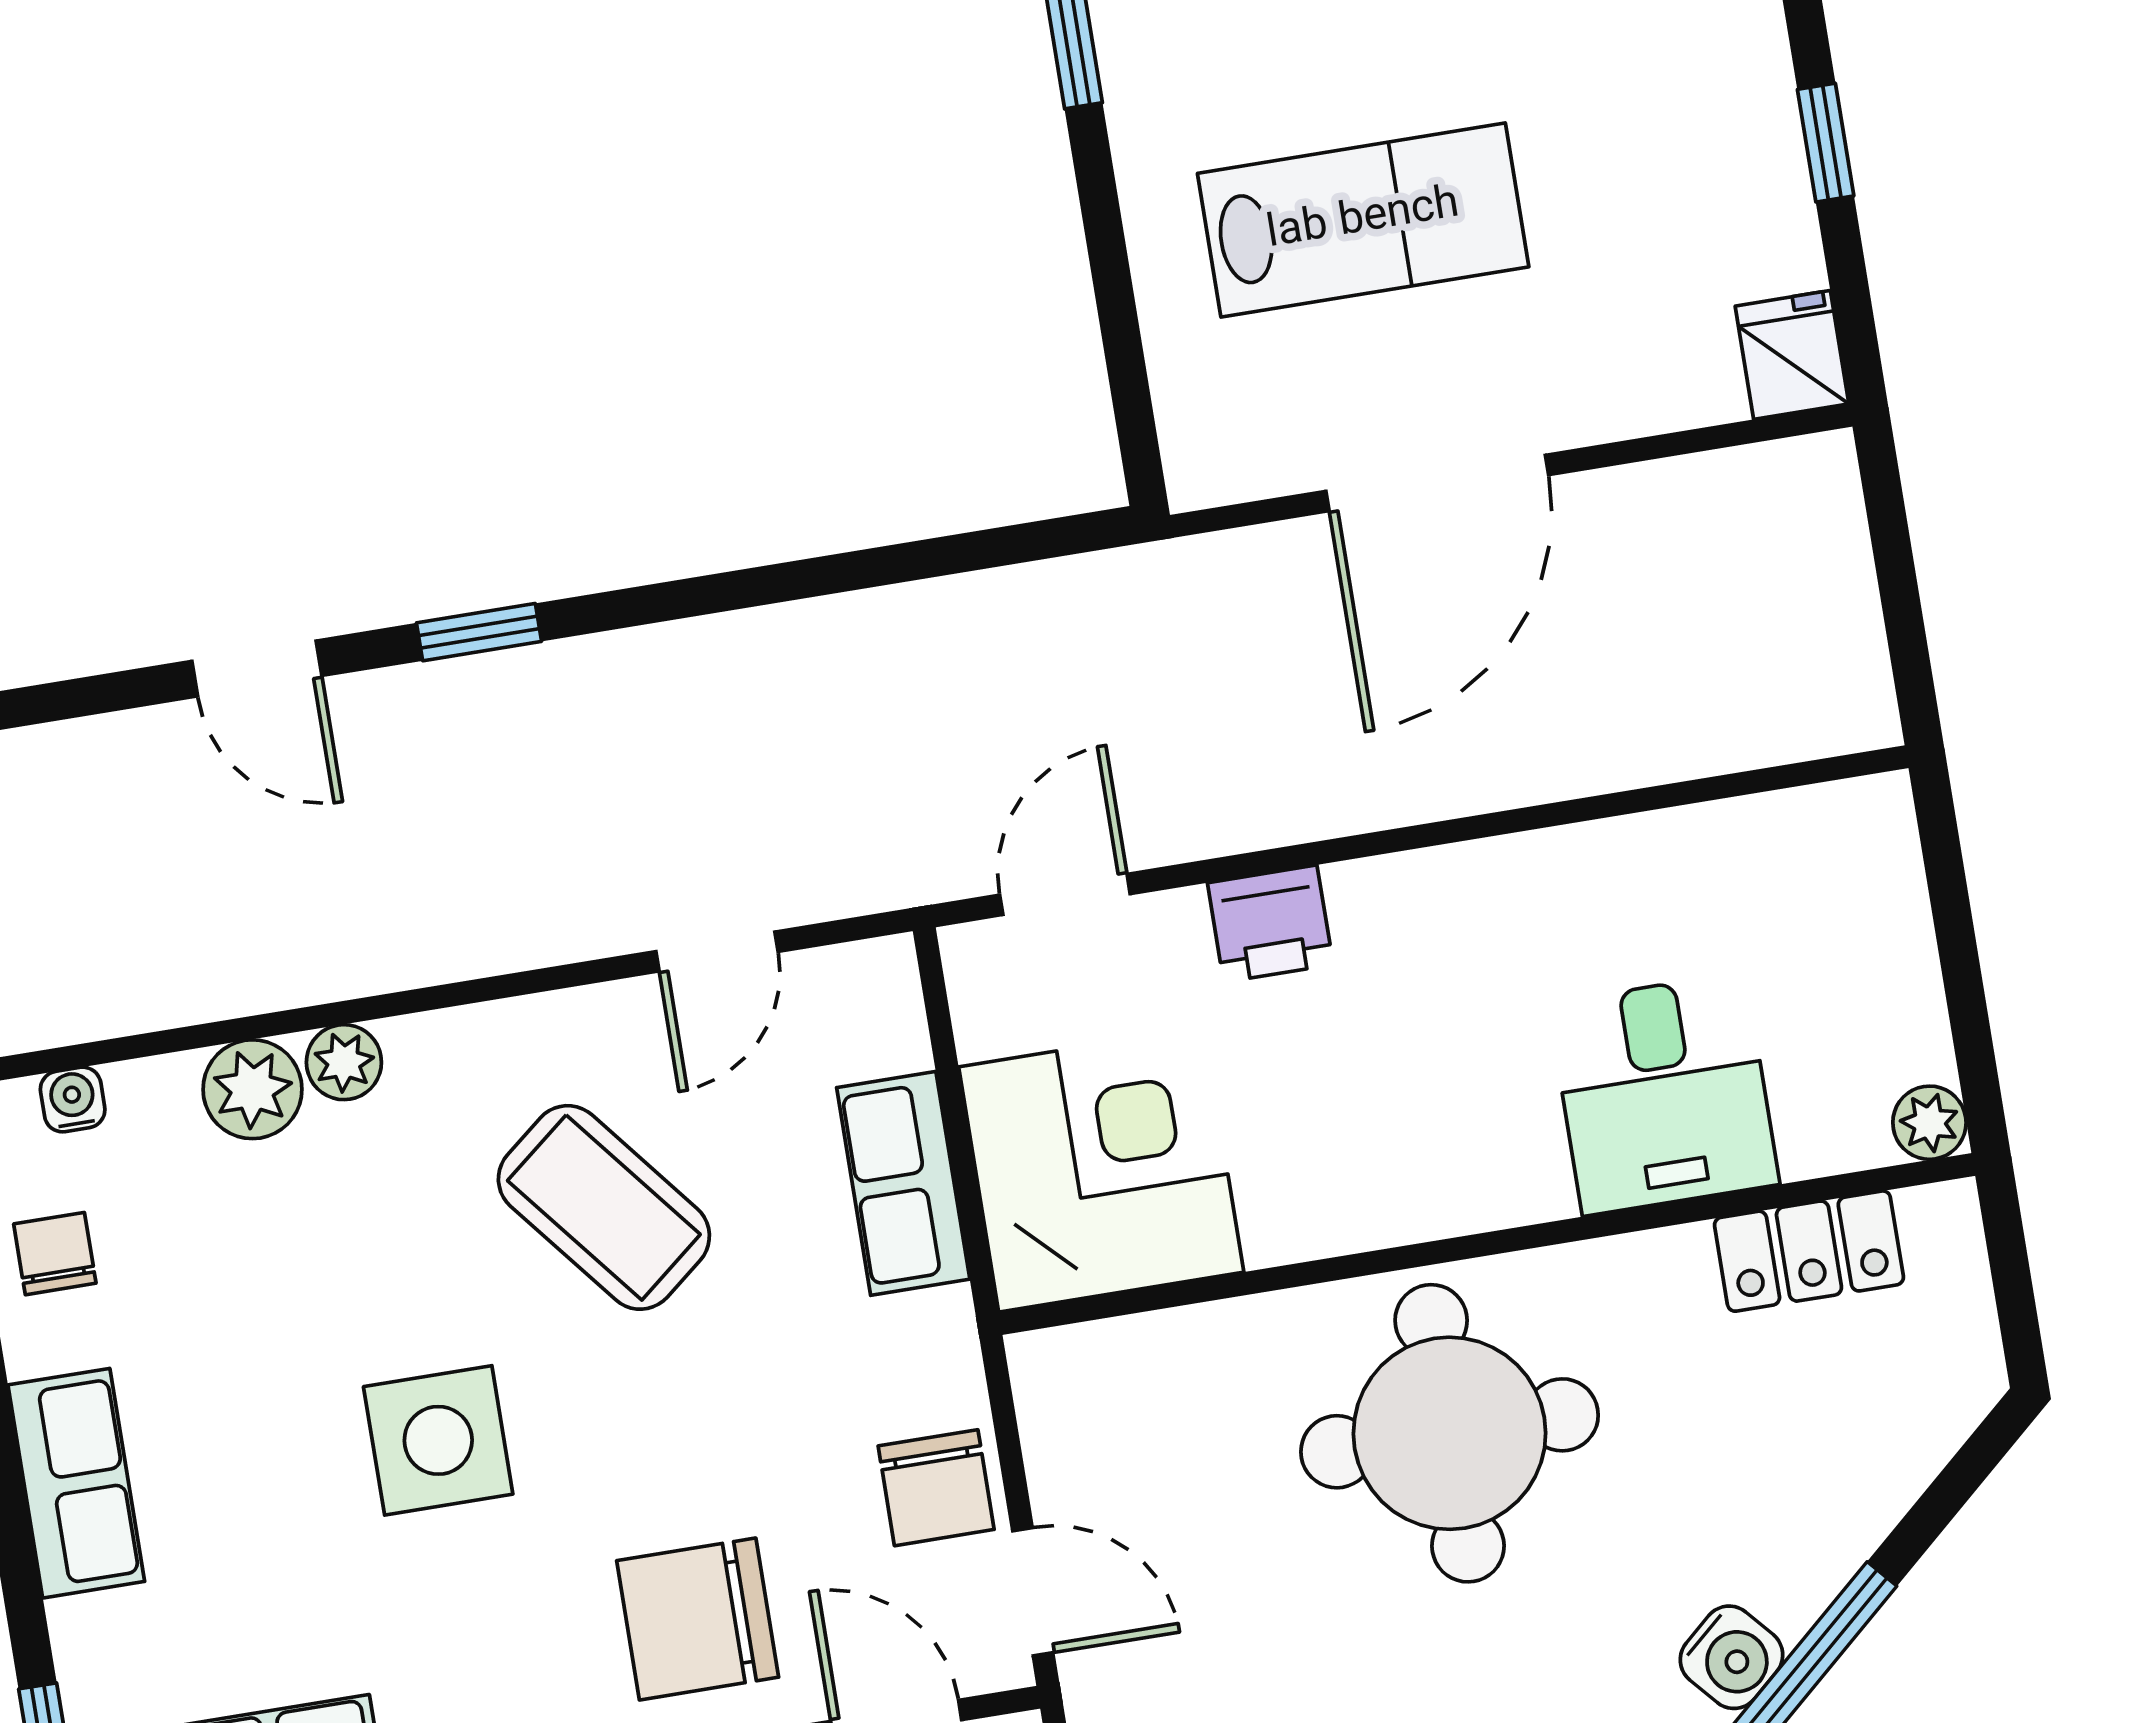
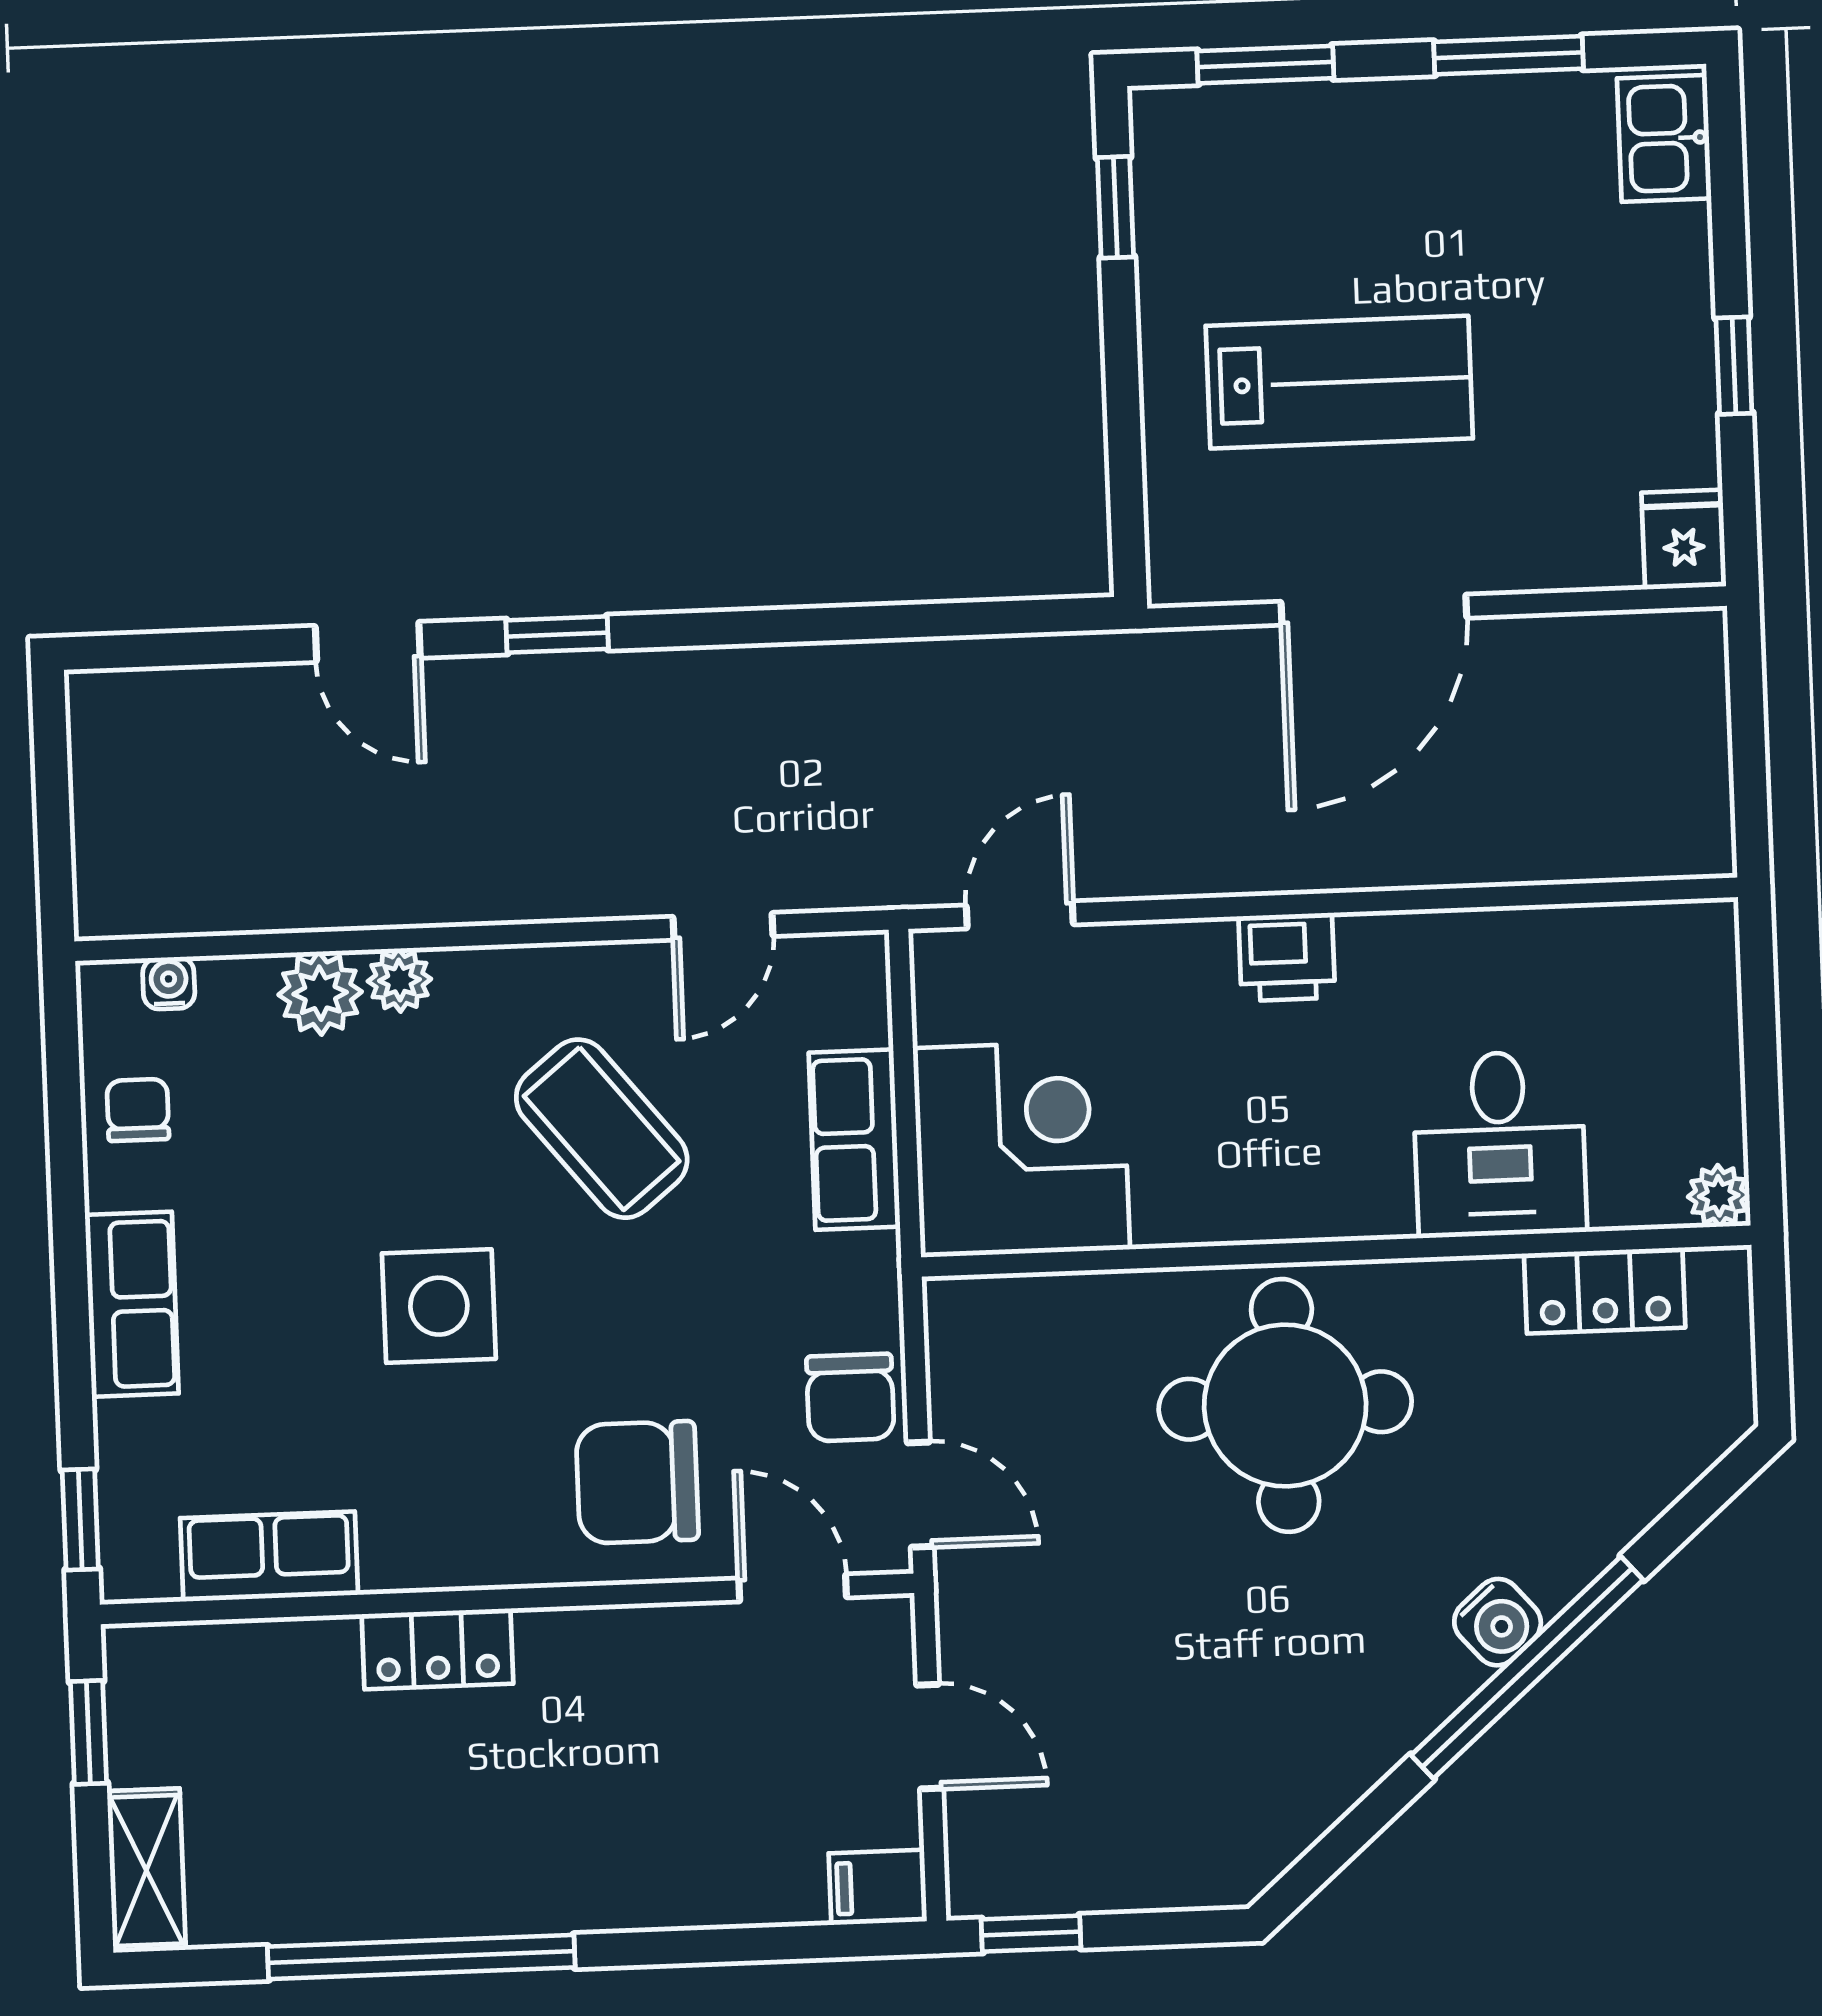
printer: (1270, 924) -> (1287, 957), moved

